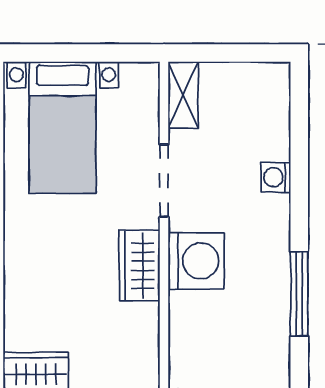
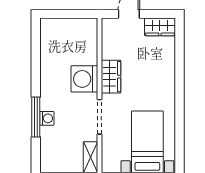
window: (299, 294) -> (36, 117), moved

